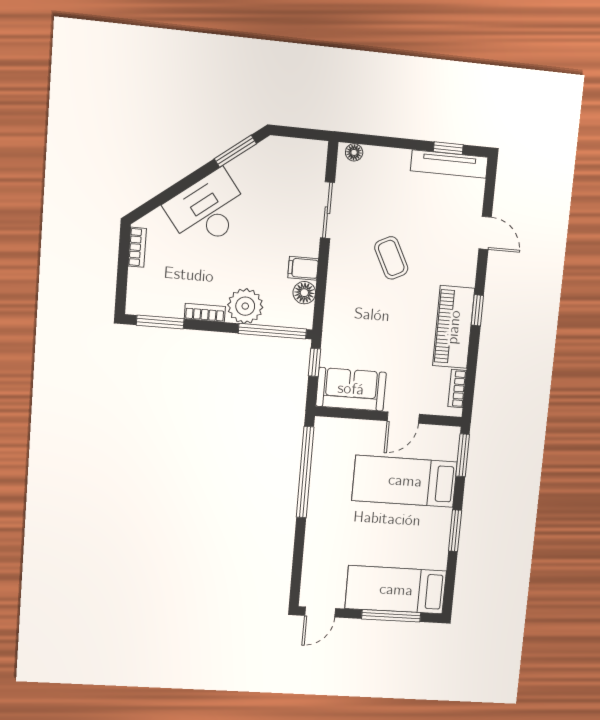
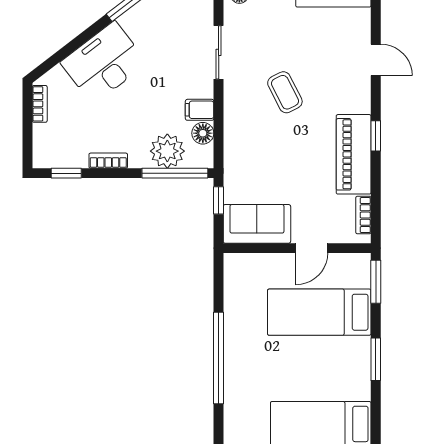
plant: (245, 306) -> (167, 151), moved
window: (160, 322) -> (66, 173), width x0.67
window: (305, 472) -> (219, 358), moved

